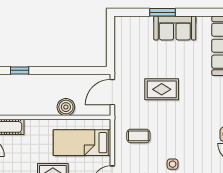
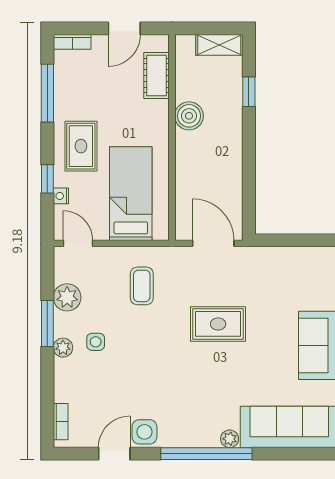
rug: (162, 89) -> (218, 324), turned 90
boiler: (66, 107) -> (189, 116), moved

